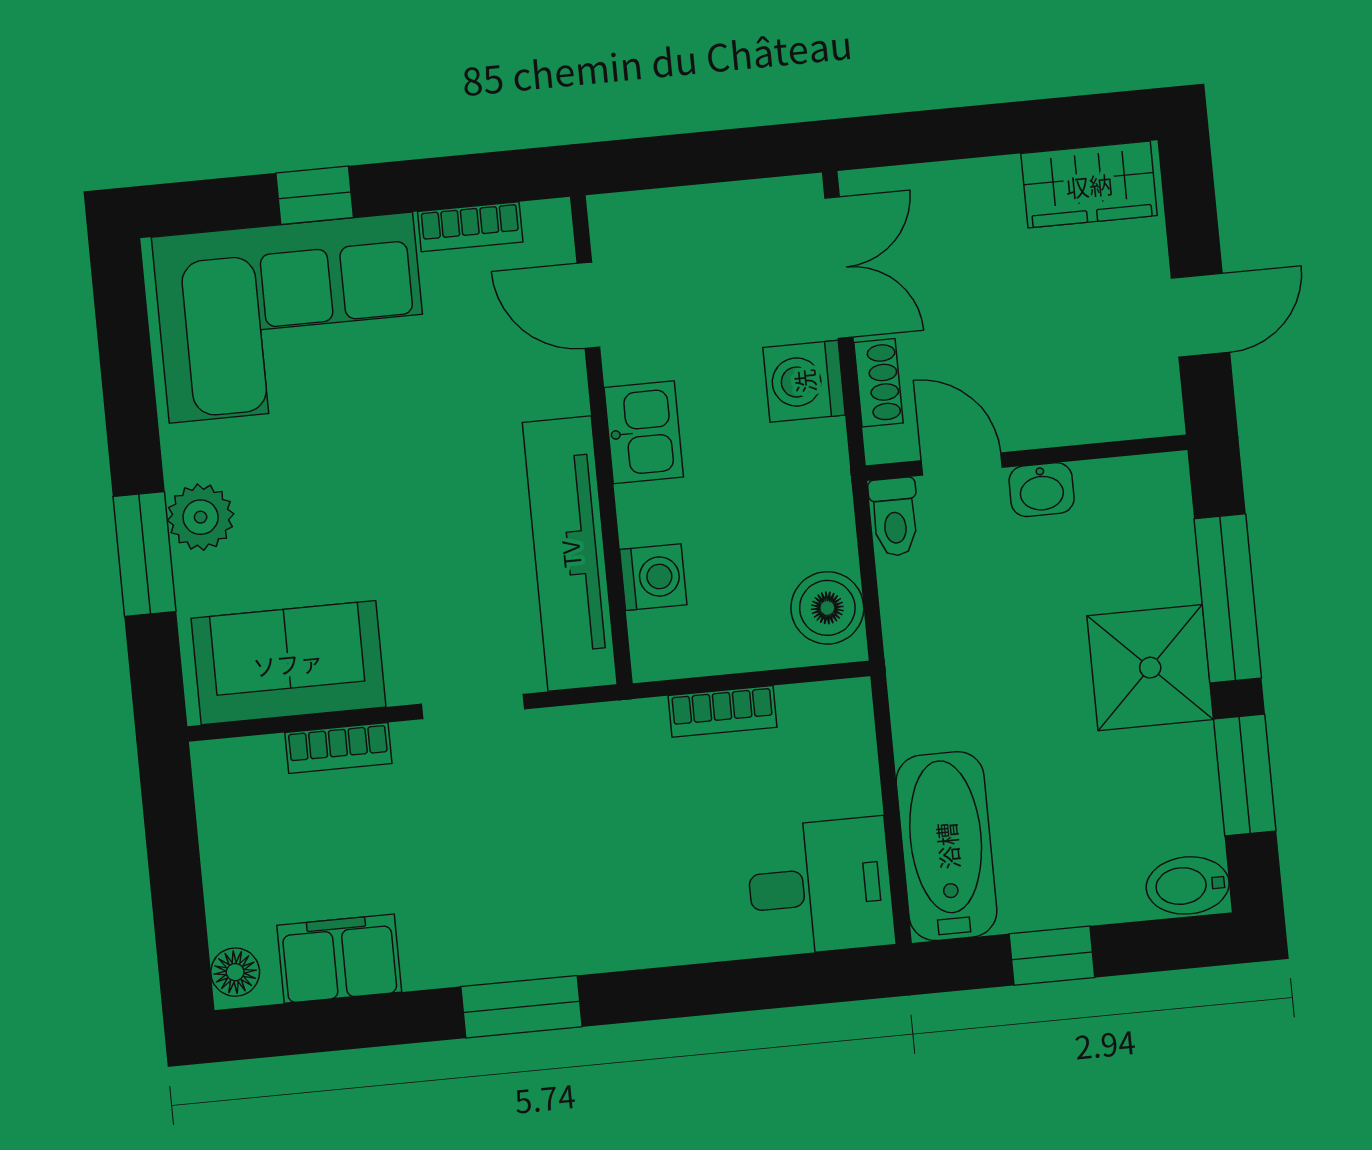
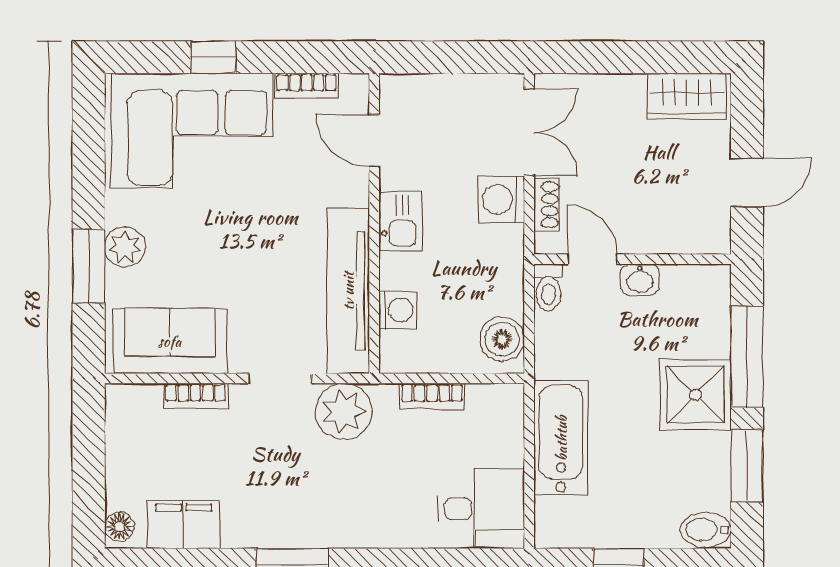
plant: (581, 750) -> (344, 411), added
bathtub: (947, 846) -> (561, 438), moved

